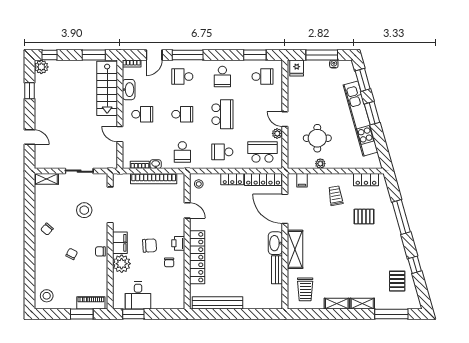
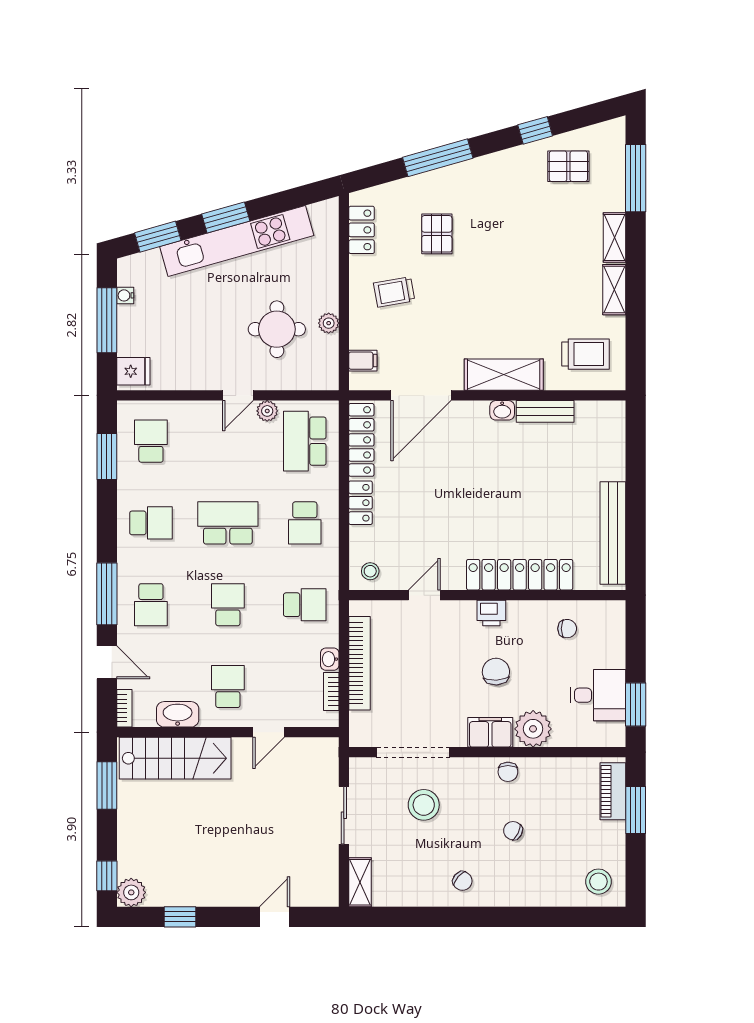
washbasin: (275, 243) -> (502, 410), width x0.52, depth x0.69
chair: (169, 262) -> (567, 629), moved

